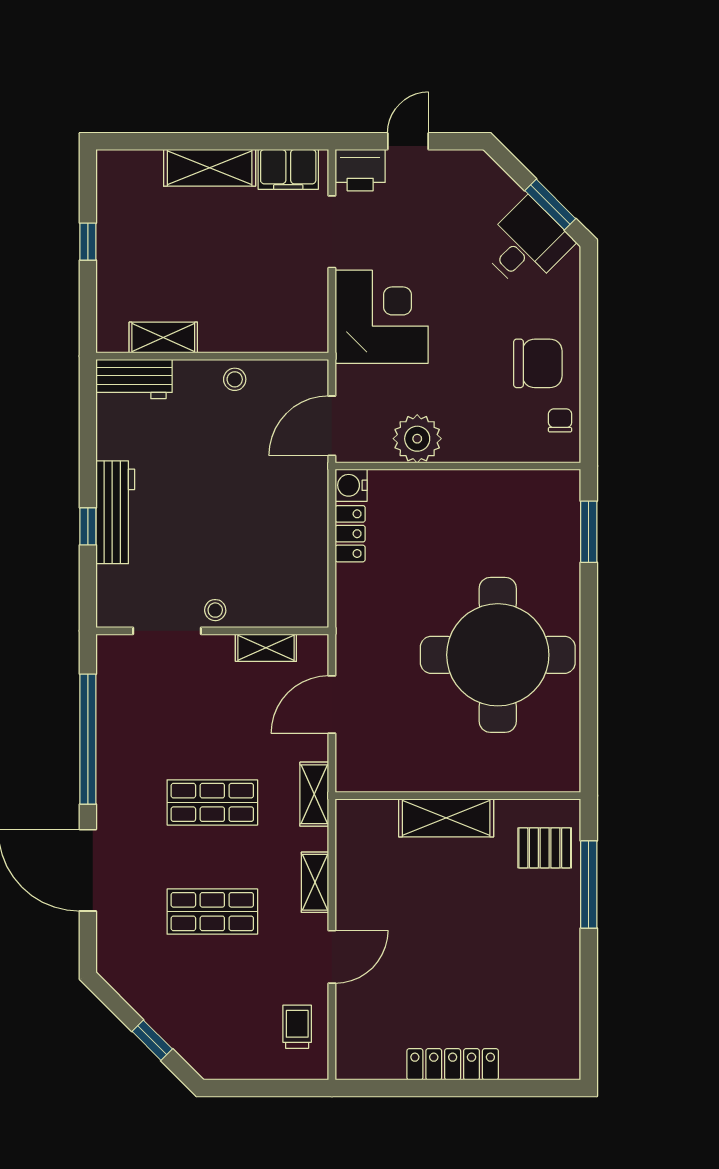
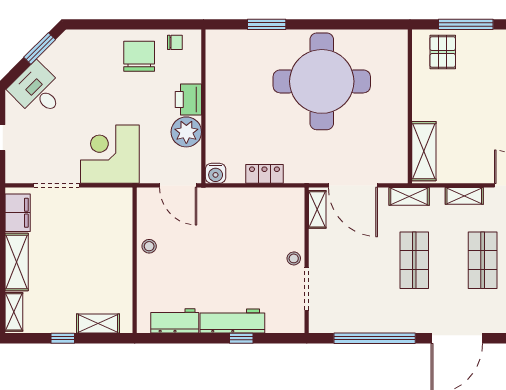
shelving: (130, 163) -> (14, 312), added
printer: (360, 170) -> (188, 99), moved, turned 180
desk: (526, 245) -> (38, 91), moved
shelving: (163, 338) -> (98, 324), moved, turned 90
workbench: (134, 379) -> (175, 321), moved, turned -90
chair: (560, 420) -> (175, 42), turned 180
window: (589, 532) -> (267, 24), moved
locker: (350, 534) -> (264, 174), moved
shelving: (266, 648) -> (317, 209), moved
door: (332, 705) -> (353, 185), width x1.36
shelving: (446, 818) -> (424, 151), moved

